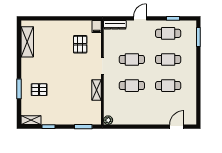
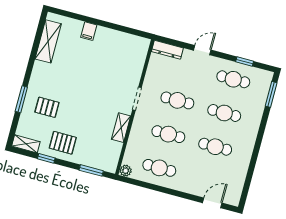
filing cabinet: (97, 27) -> (89, 31), moved
pallet: (80, 44) -> (63, 143), moved, turned 90
cafe table: (132, 112) -> (159, 168), added

